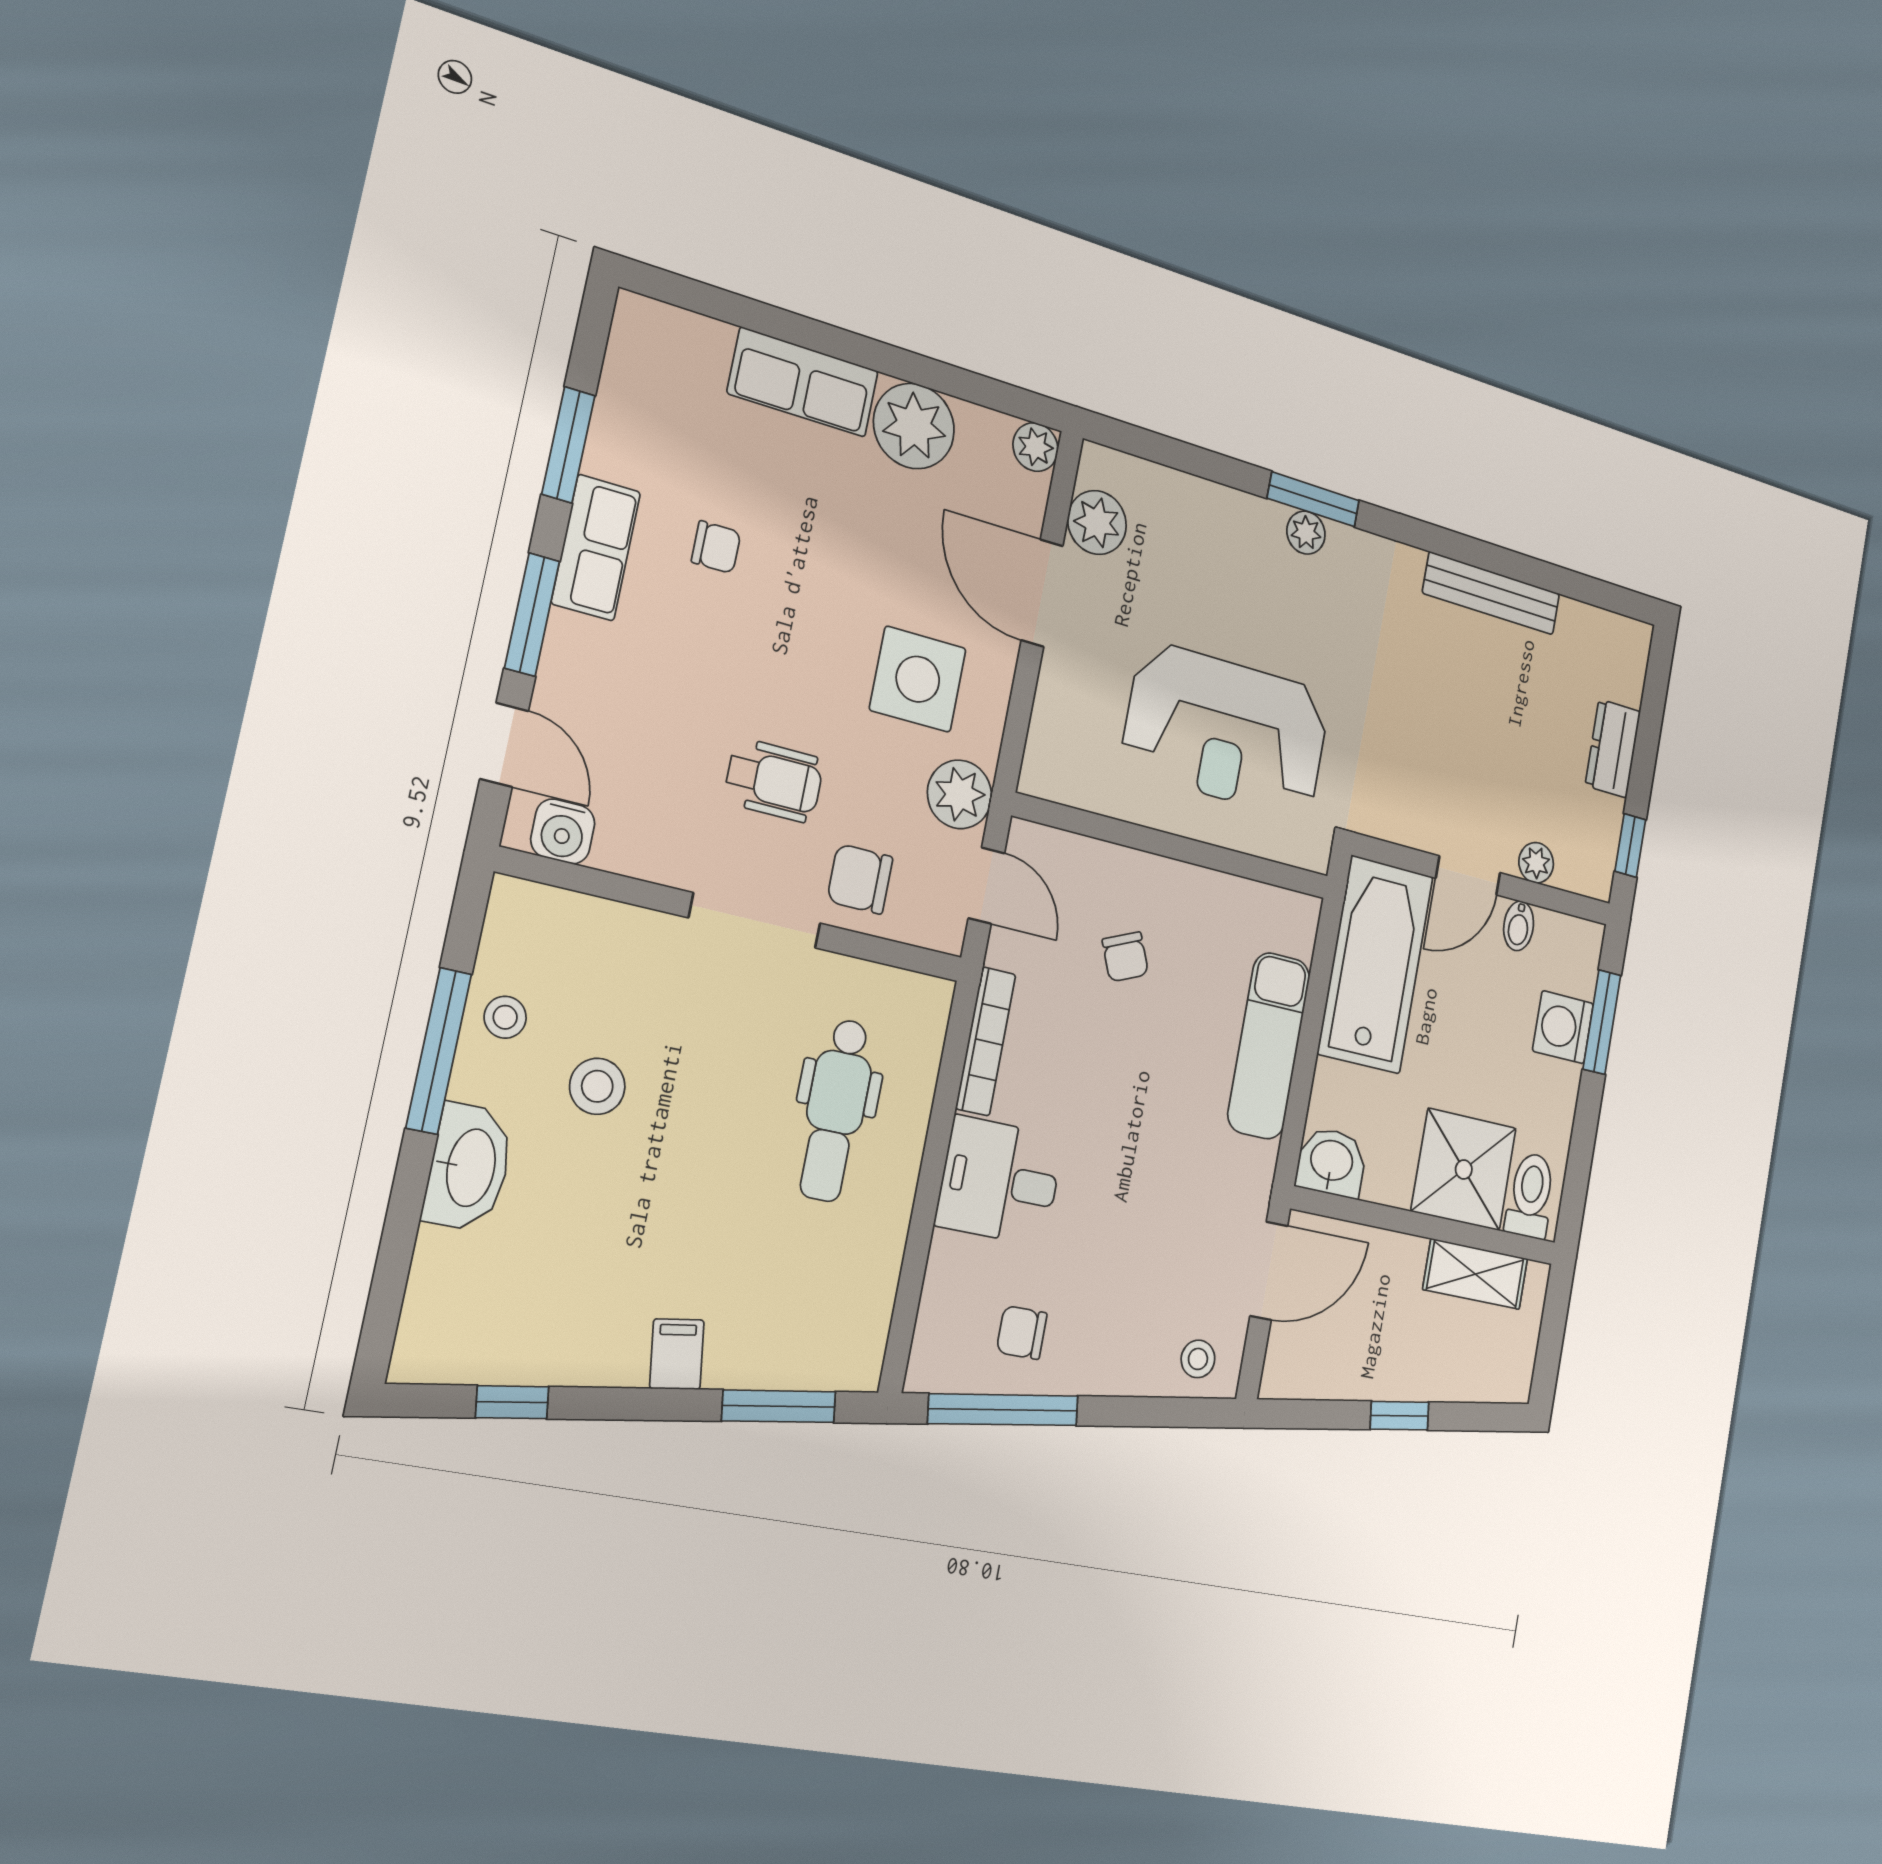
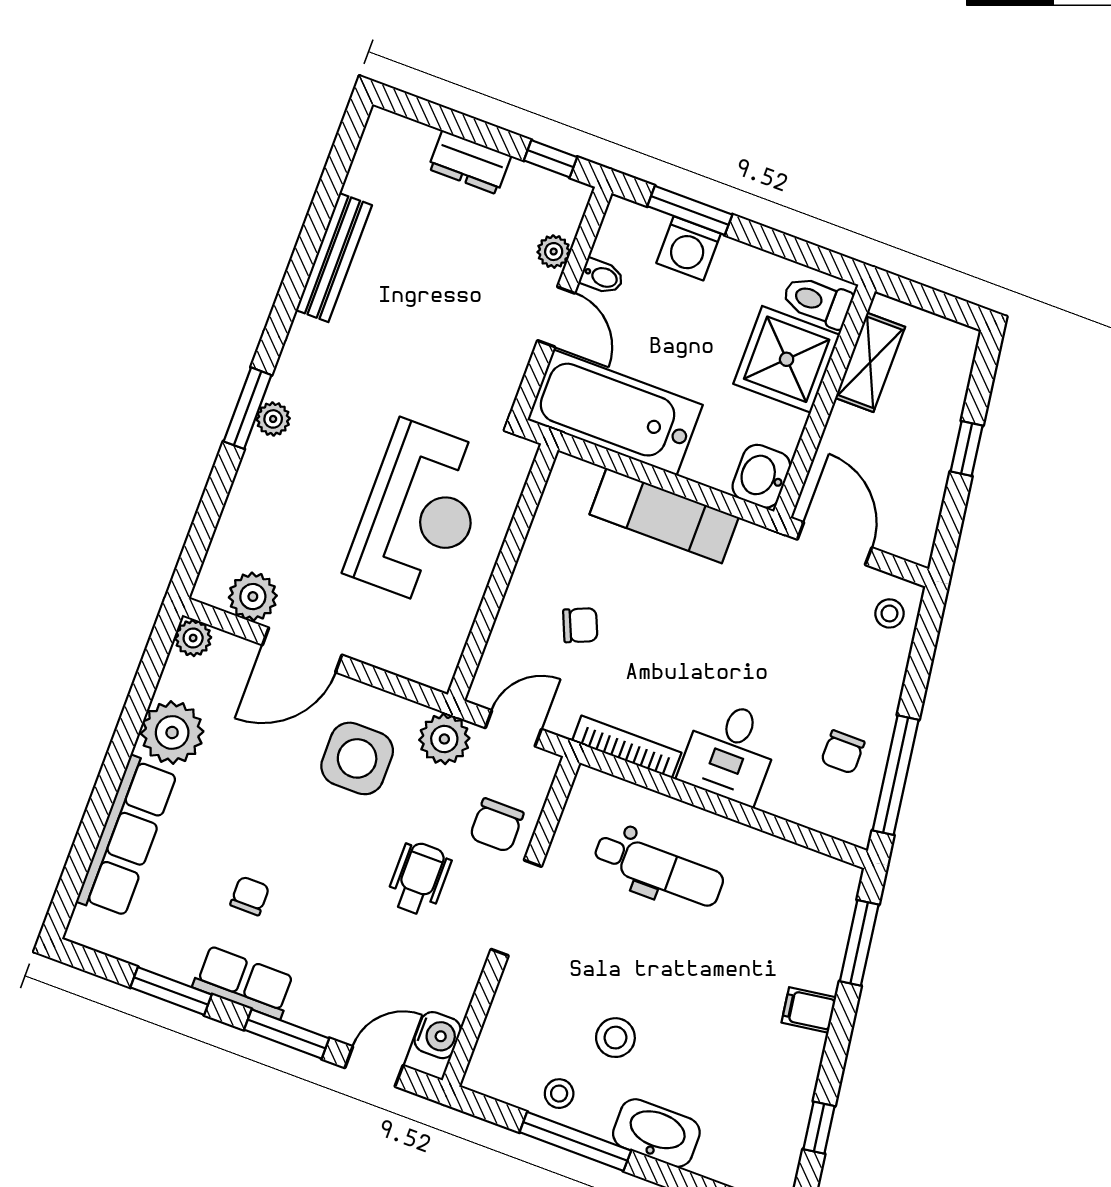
row of seats: (803, 382) -> (127, 837), width x1.48

